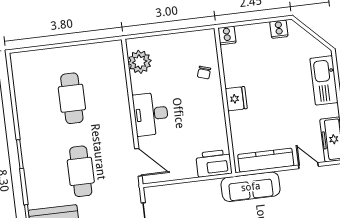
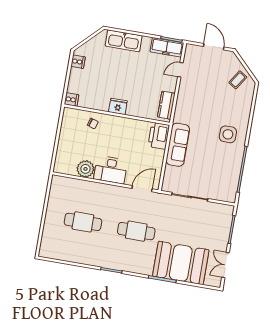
plant: (140, 62) -> (85, 169), moved
kitchen counter: (266, 160) -> (166, 105), width x0.67
sofa: (251, 187) -> (178, 145), moved

